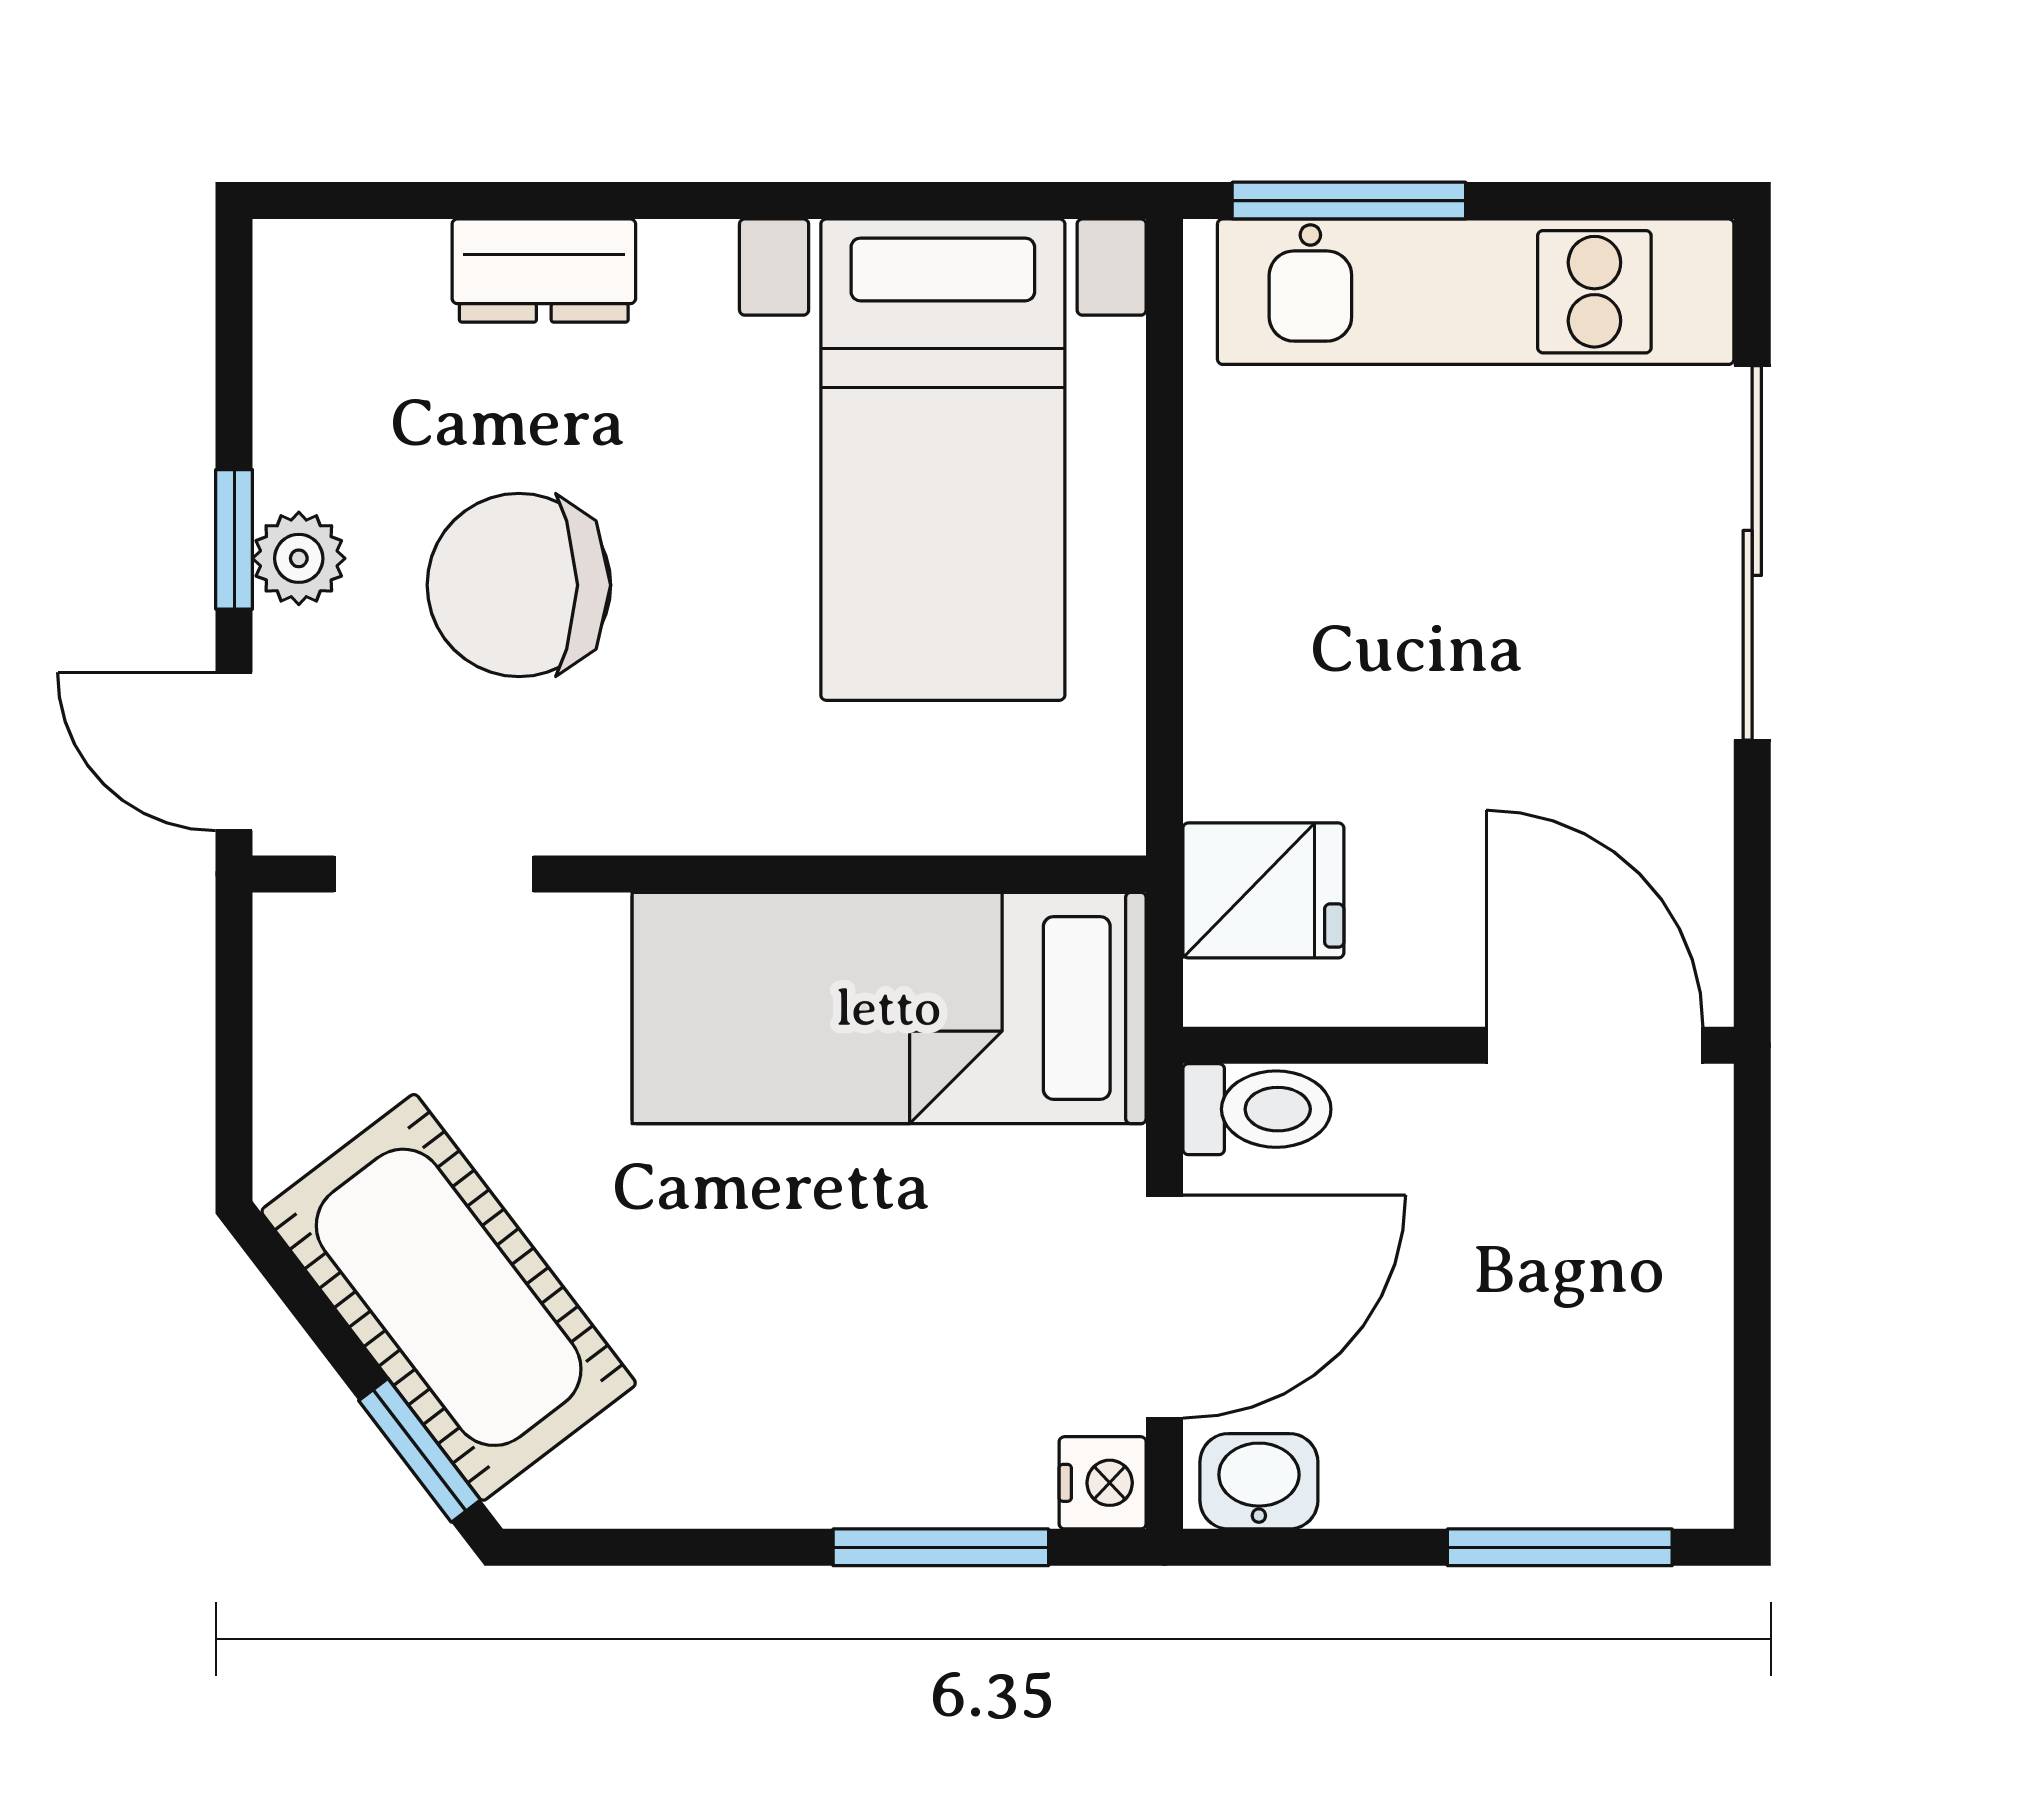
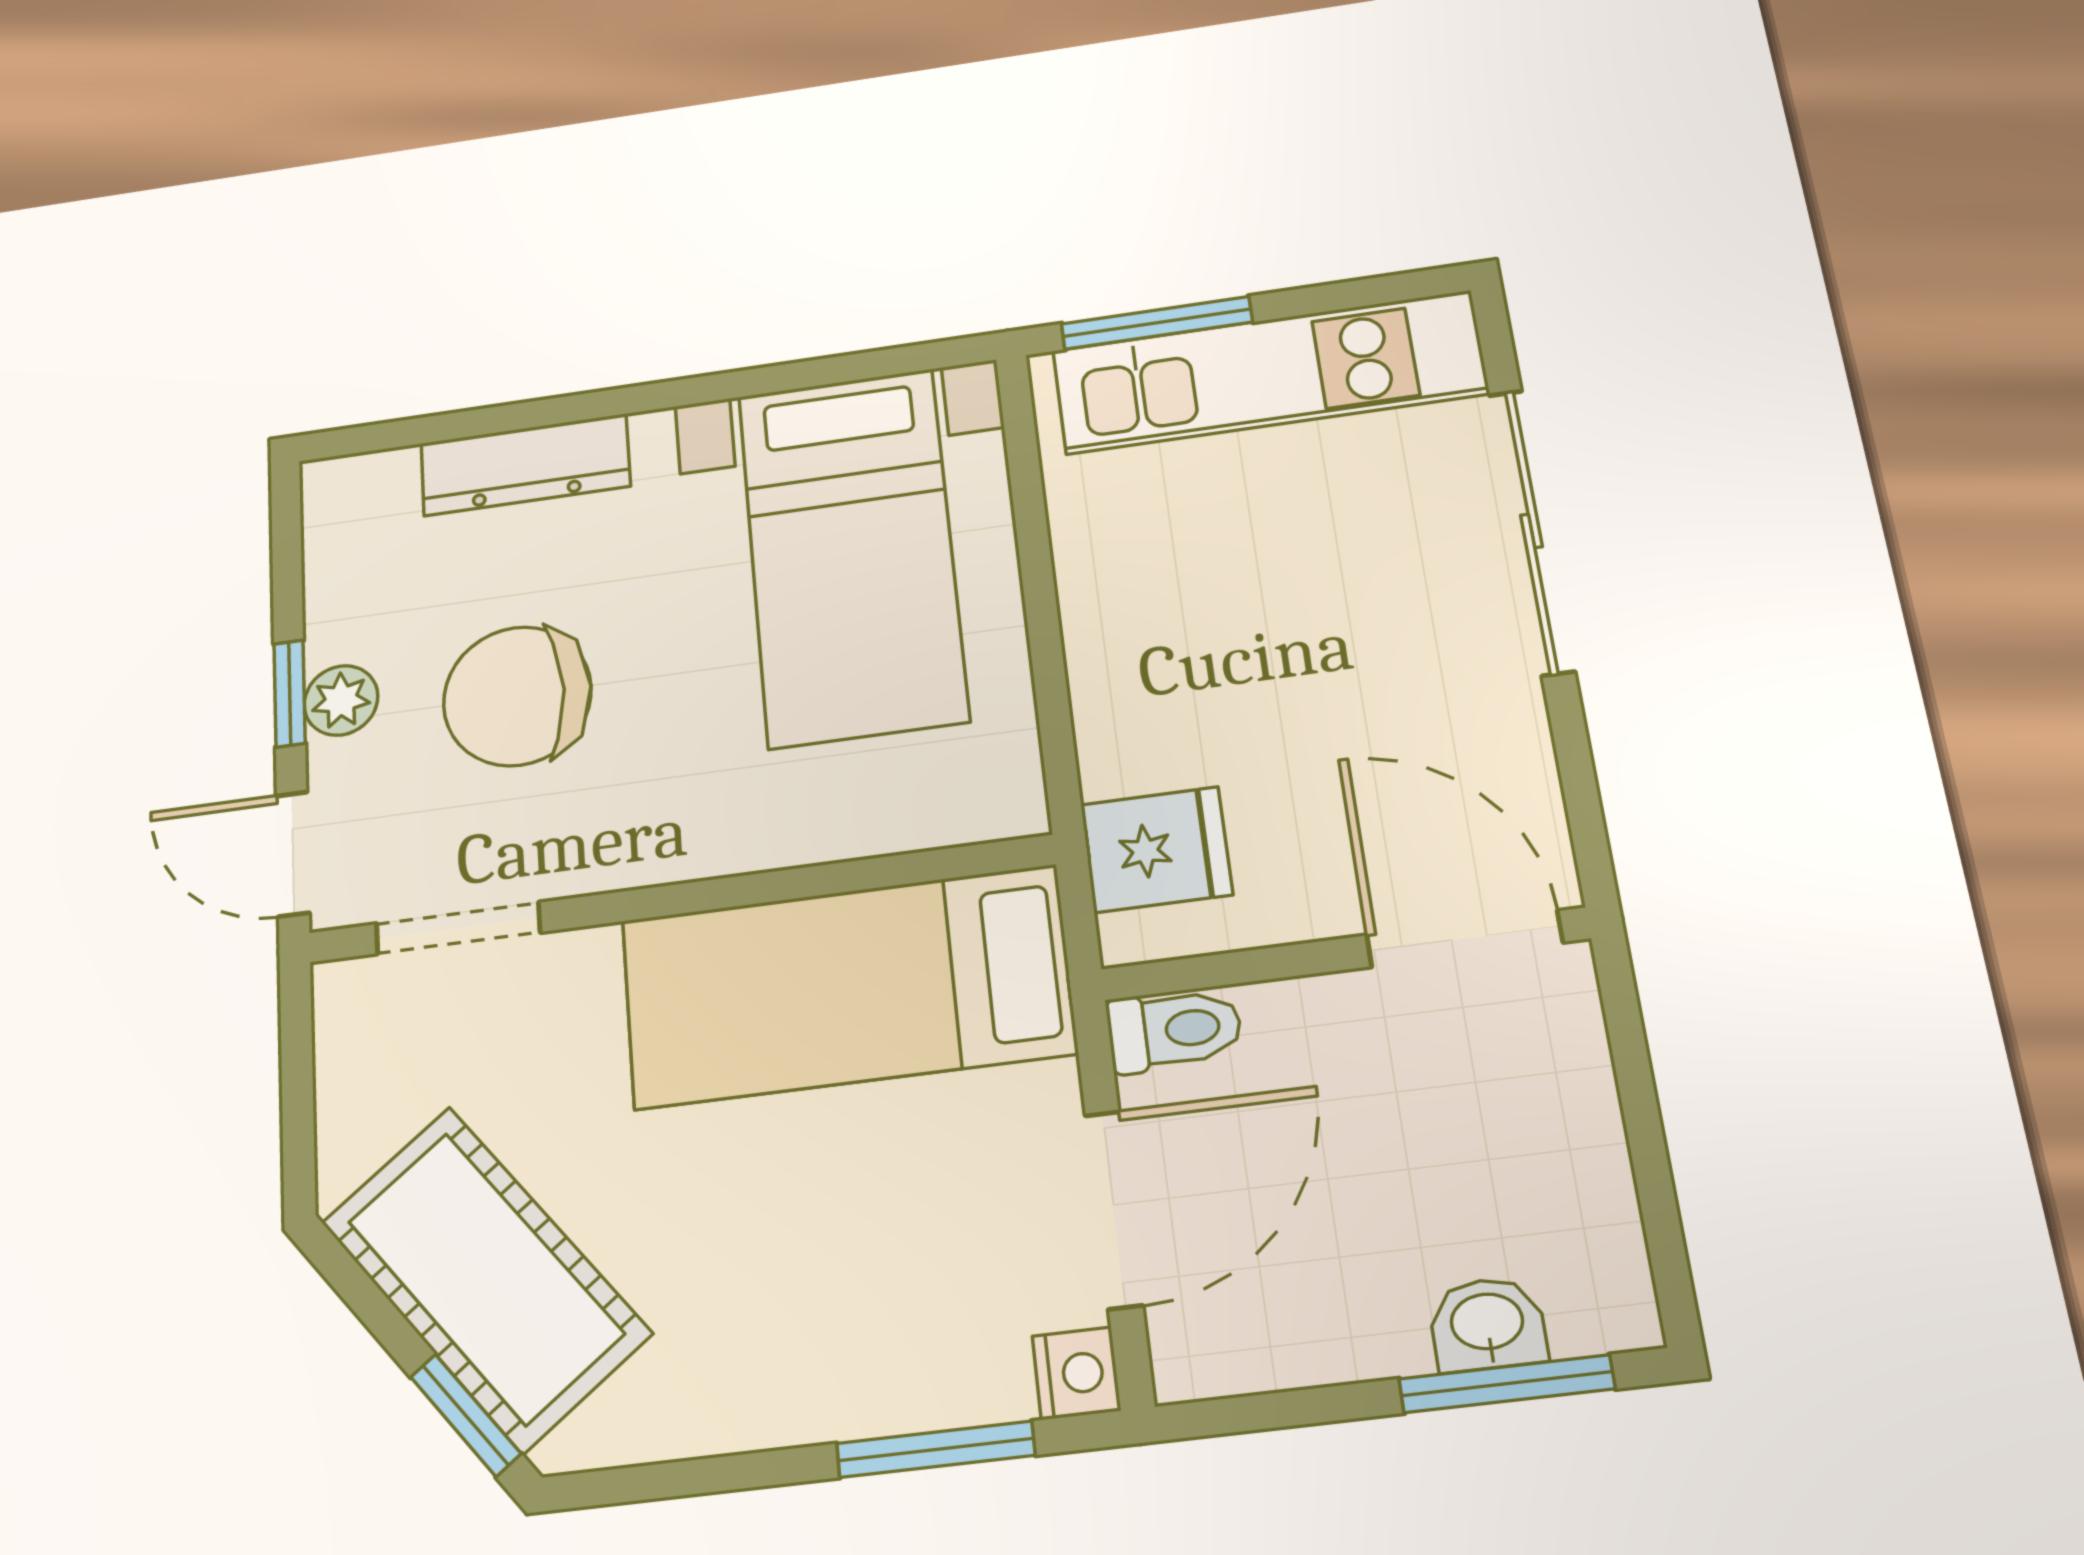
dresser: (544, 271) -> (525, 465), width x1.44
washbasin: (1259, 1481) -> (1487, 1324), moved

